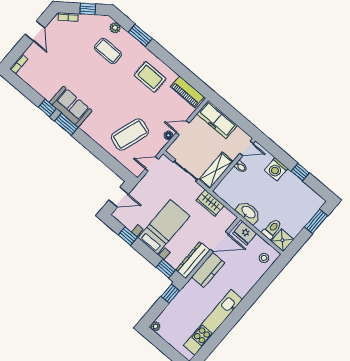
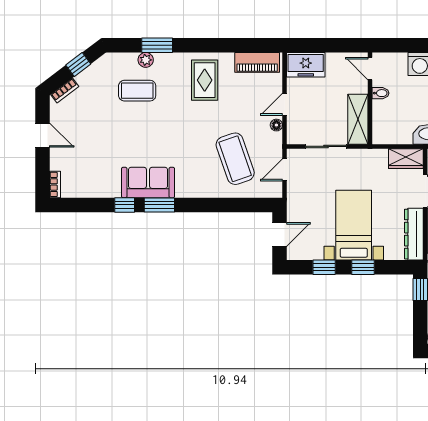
plant: (115, 28) -> (146, 60), moved
rug: (150, 77) -> (205, 80), turned 90
freezer: (217, 120) -> (306, 65), width x0.71
coffee table: (130, 135) -> (235, 159), turned -37
door: (246, 148) -> (370, 69), swing flipped
wardrobe: (210, 203) -> (406, 159), moved
window: (166, 269) -> (363, 267), moved

